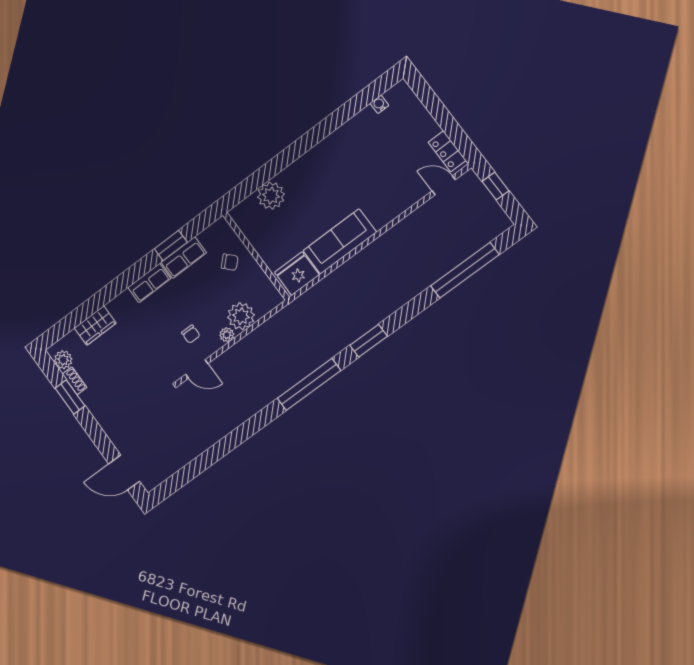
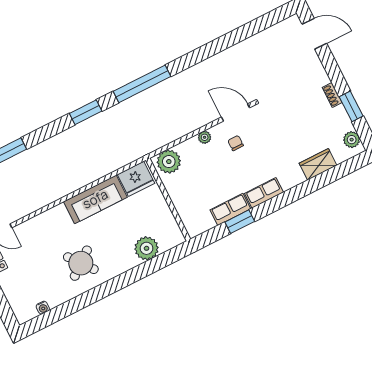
round table: (344, 164) -> (81, 263), added
chair: (230, 262) -> (191, 198), removed
plant: (241, 316) -> (169, 162), moved
door: (197, 369) -> (236, 112), width x1.38
shoe rack: (75, 381) -> (332, 95), moved

